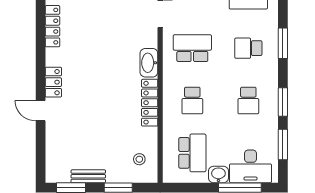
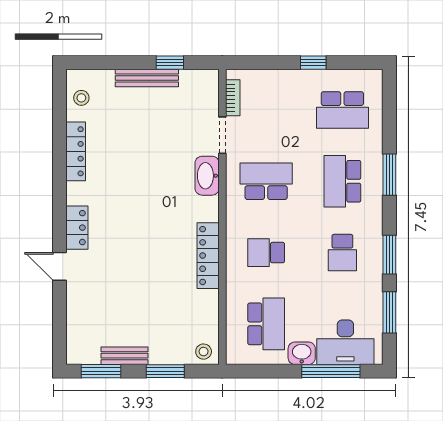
school desk: (248, 48) -> (342, 181), width x1.85
washbasin: (149, 63) -> (207, 176), moved
school desk: (192, 101) -> (266, 253), turned 90
stool: (139, 159) -> (204, 352), moved

